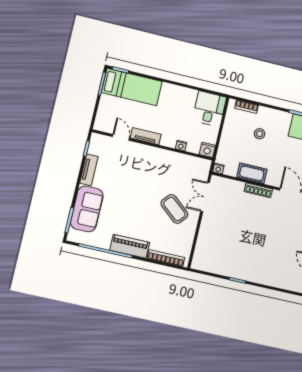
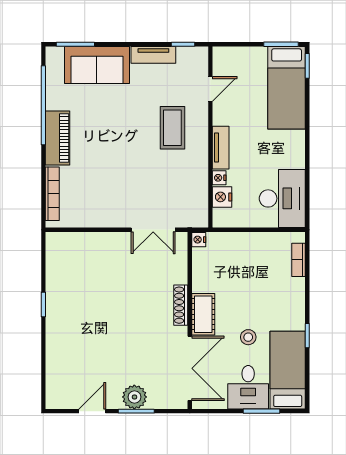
desk: (209, 109) -> (282, 198), width x1.37
stool: (260, 134) -> (248, 337), moved
tv unit: (146, 136) -> (221, 148), moved
nightstand: (207, 150) -> (222, 197), moved
cot: (252, 173) -> (203, 314), moved
double door: (205, 197) -> (153, 230), swing flipped
coffee table: (174, 209) -> (172, 128), moved, turned -40

